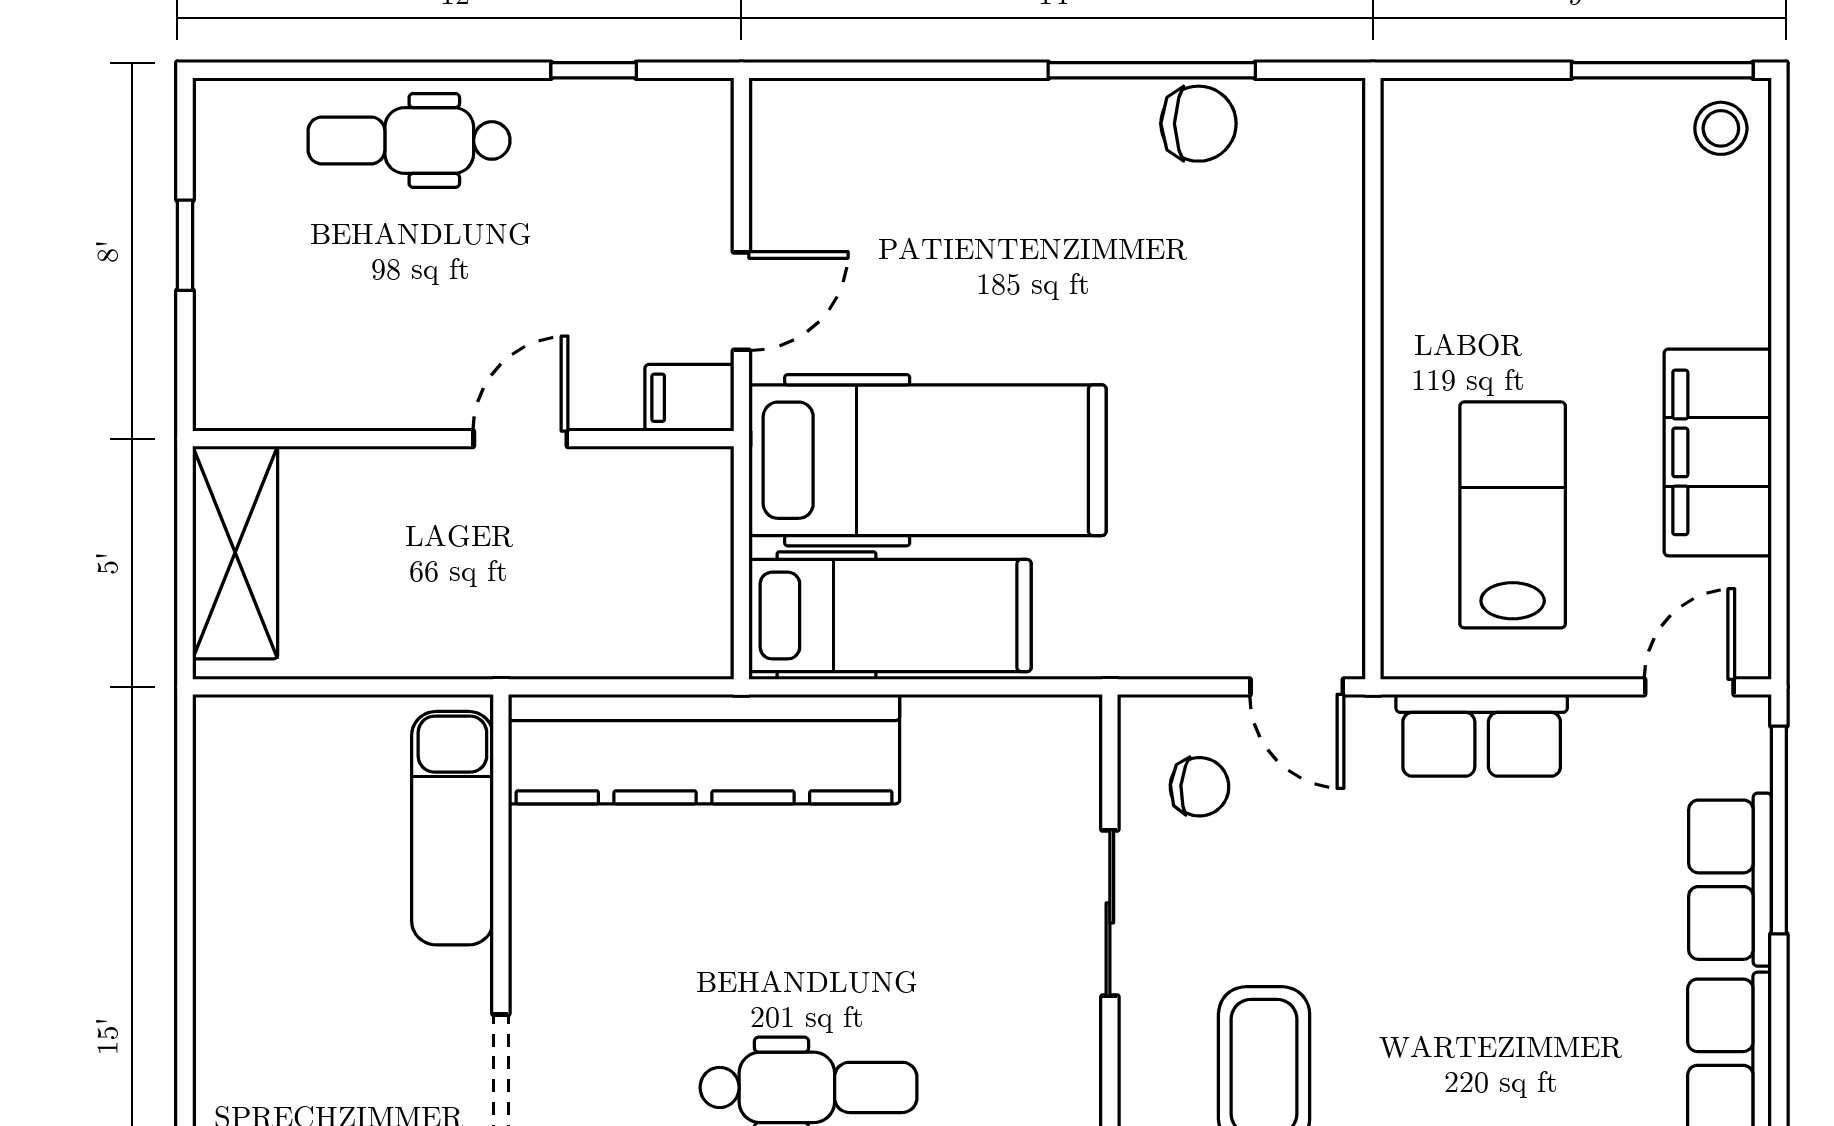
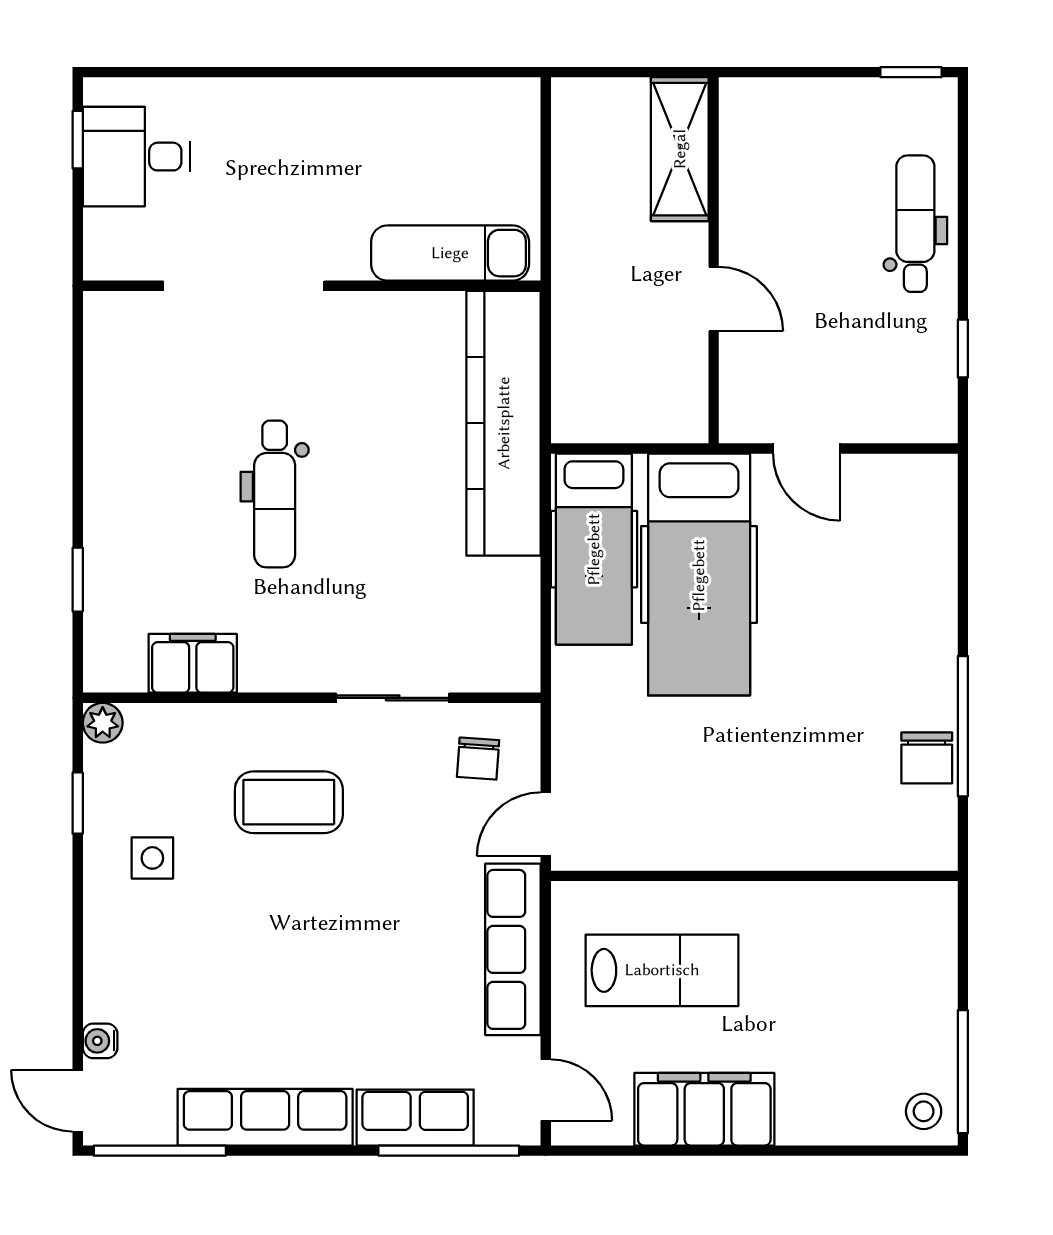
window: (185, 245) -> (911, 72), moved
filing cabinet: (689, 398) -> (741, 413), removed
shelving: (235, 553) -> (680, 149), moved, turned 90
row of seats: (1482, 735) -> (513, 949), width x1.48

